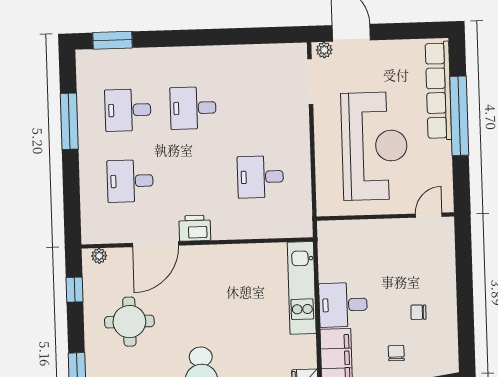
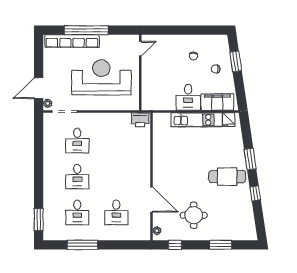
desk: (260, 177) -> (77, 141), moved
door: (429, 215) -> (140, 49), swing flipped
printer: (195, 228) -> (140, 120), moved, turned -90
kitchen unit: (302, 288) -> (197, 120), moved

